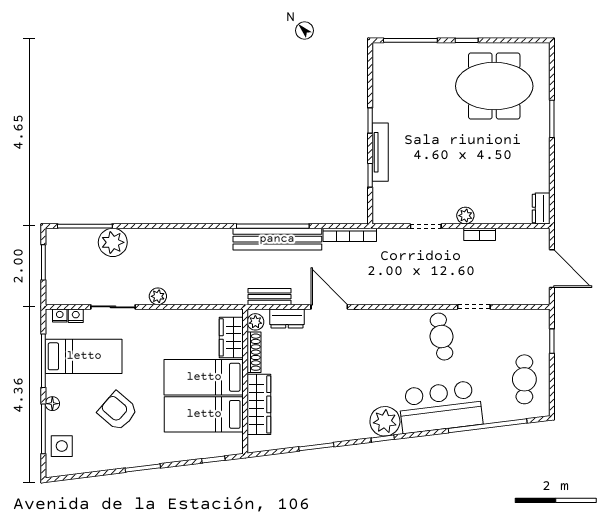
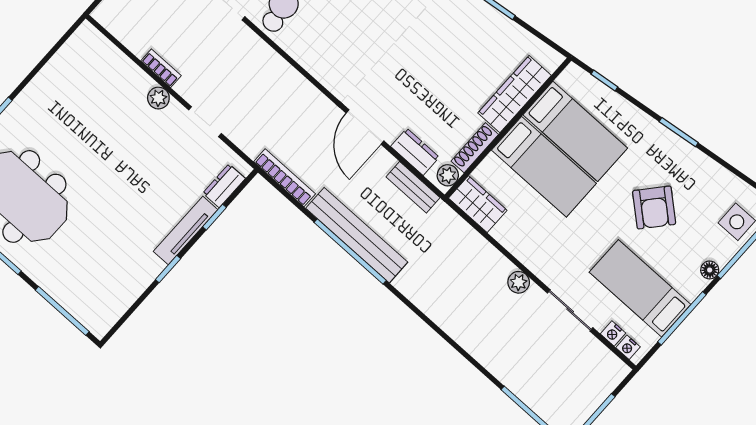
dresser: (541, 209) -> (224, 186), moved, turned 180
plant: (113, 242) -> (516, 372), removed
wardrobe: (231, 337) -> (478, 204), moved, turned -90

